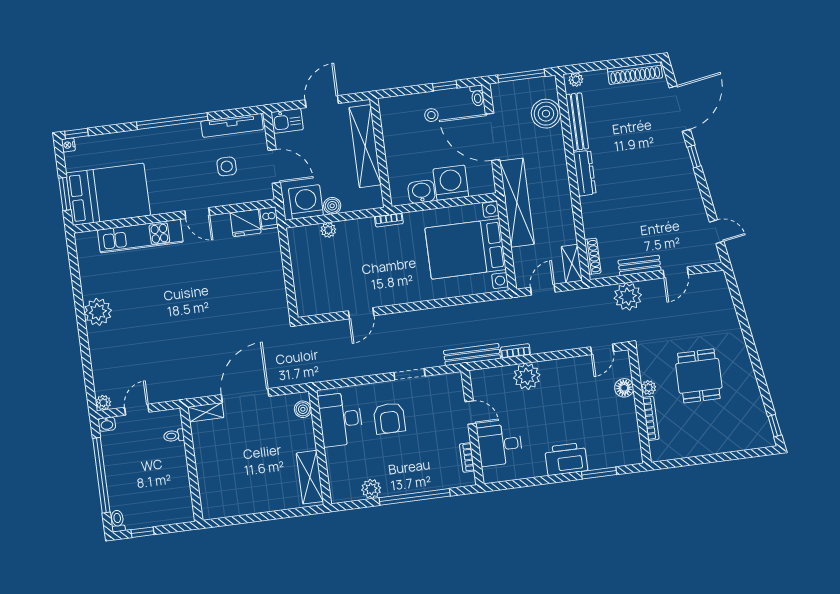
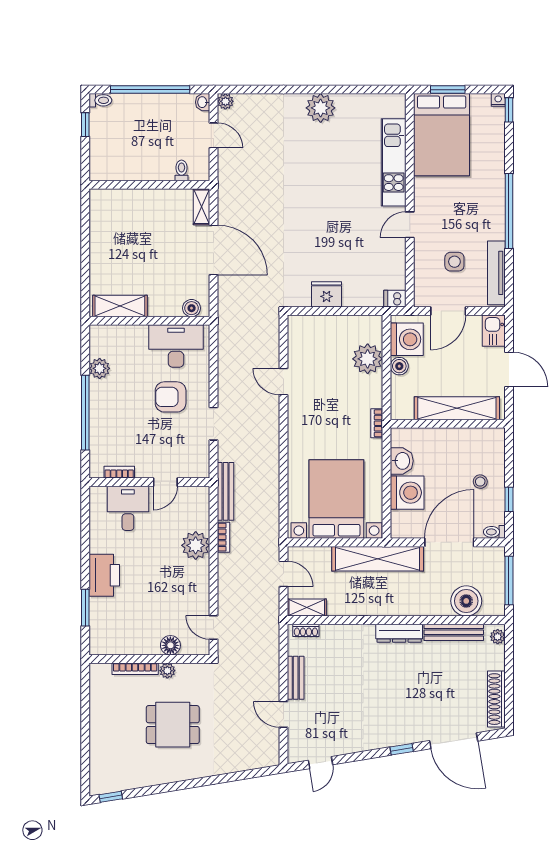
fridge: (246, 223) -> (327, 294), moved, turned 90
plant: (328, 230) -> (368, 359), width x1.87, depth x1.87
shoe rack: (593, 256) -> (306, 630), width x0.70
plant: (628, 296) -> (265, 661), removed

